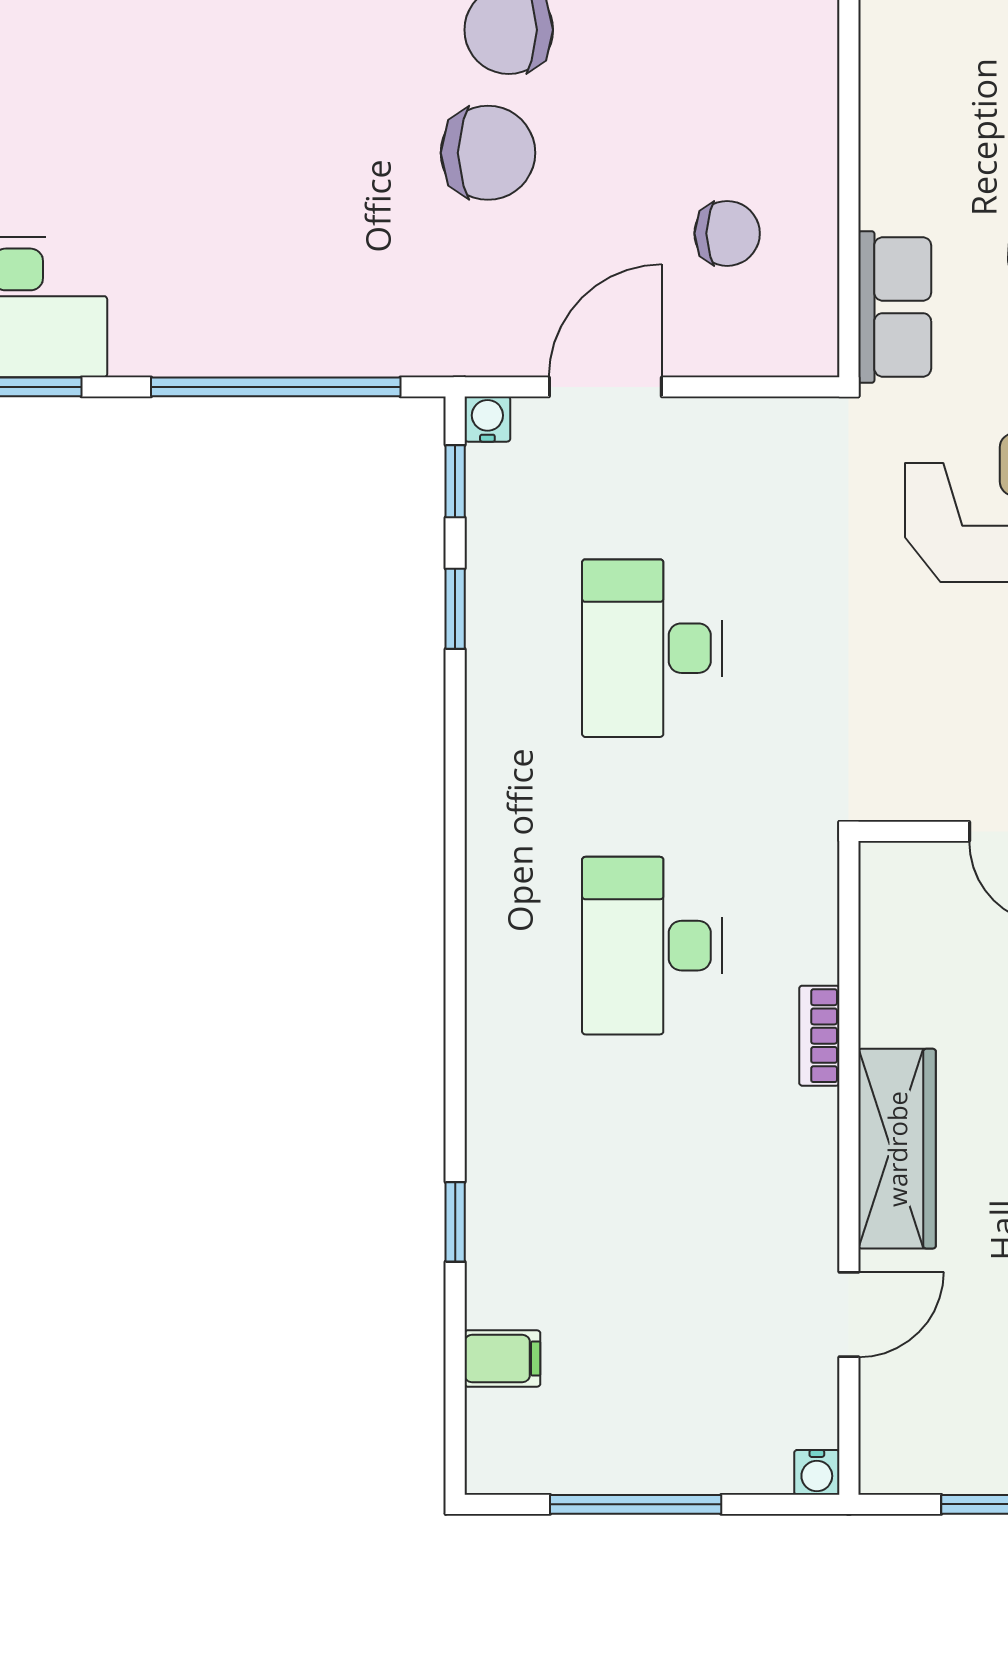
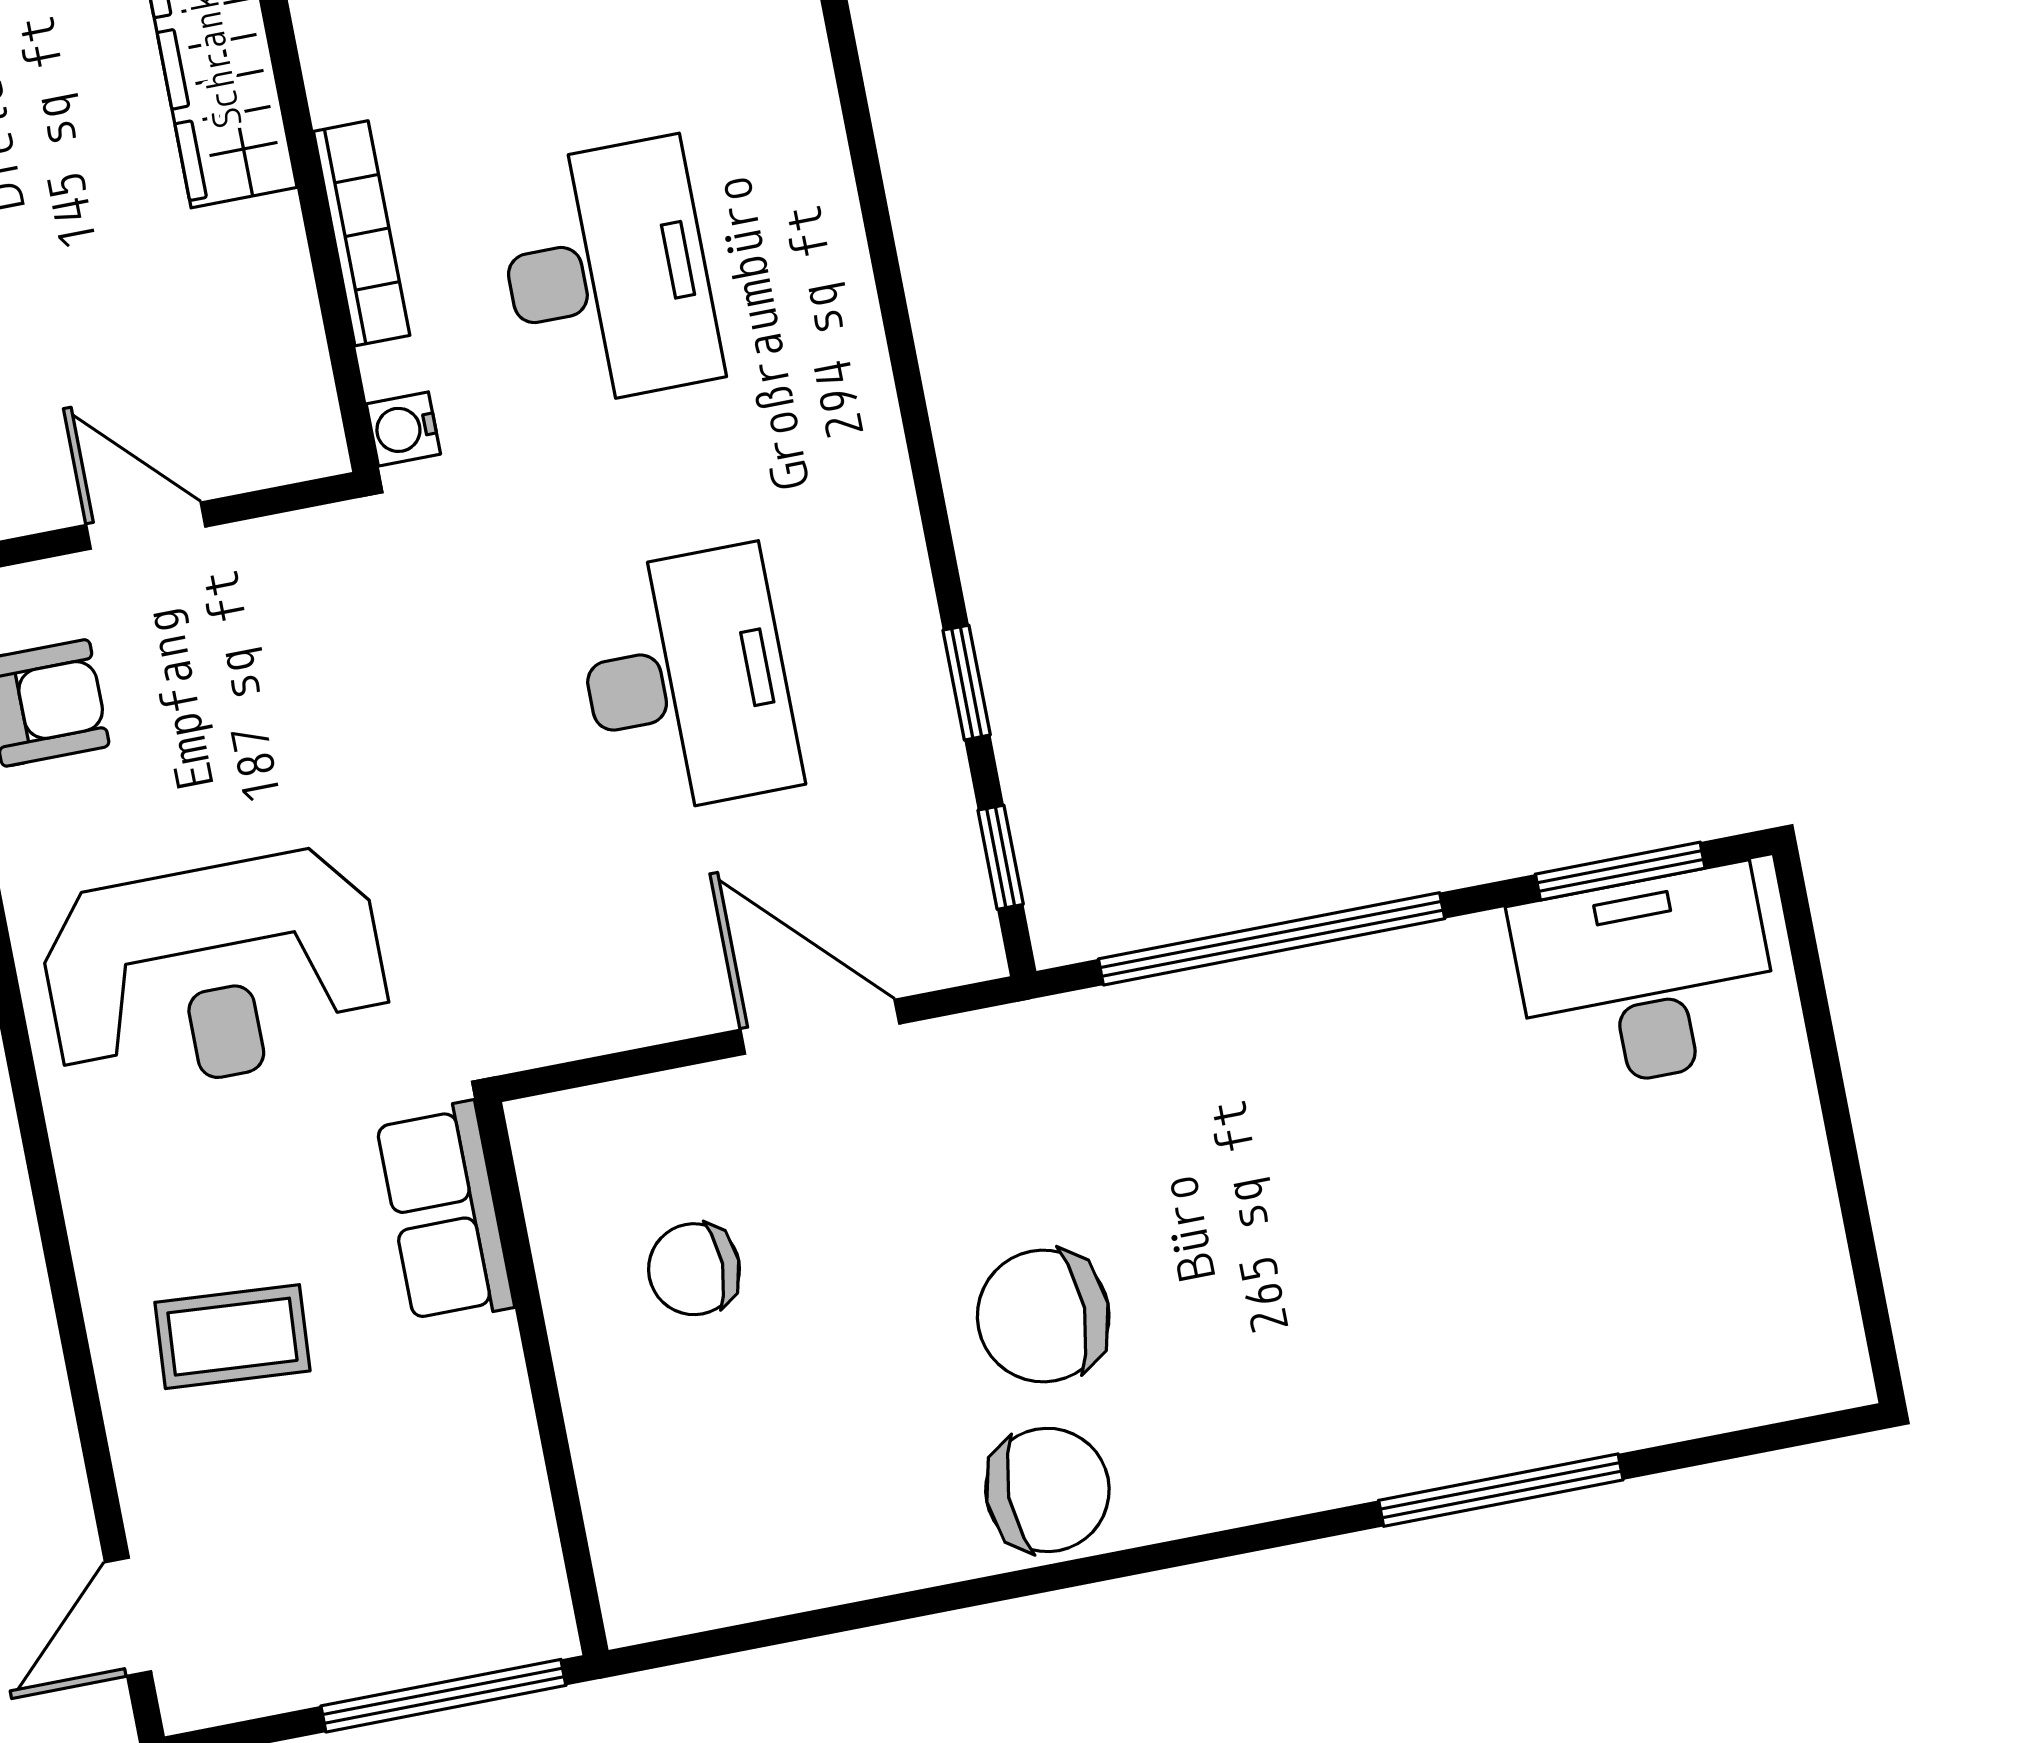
door: (605, 387) -> (820, 1027), swing flipped
water cooler: (487, 419) -> (403, 429), moved, turned 90
bookcase: (819, 1036) -> (362, 233), width x1.56

